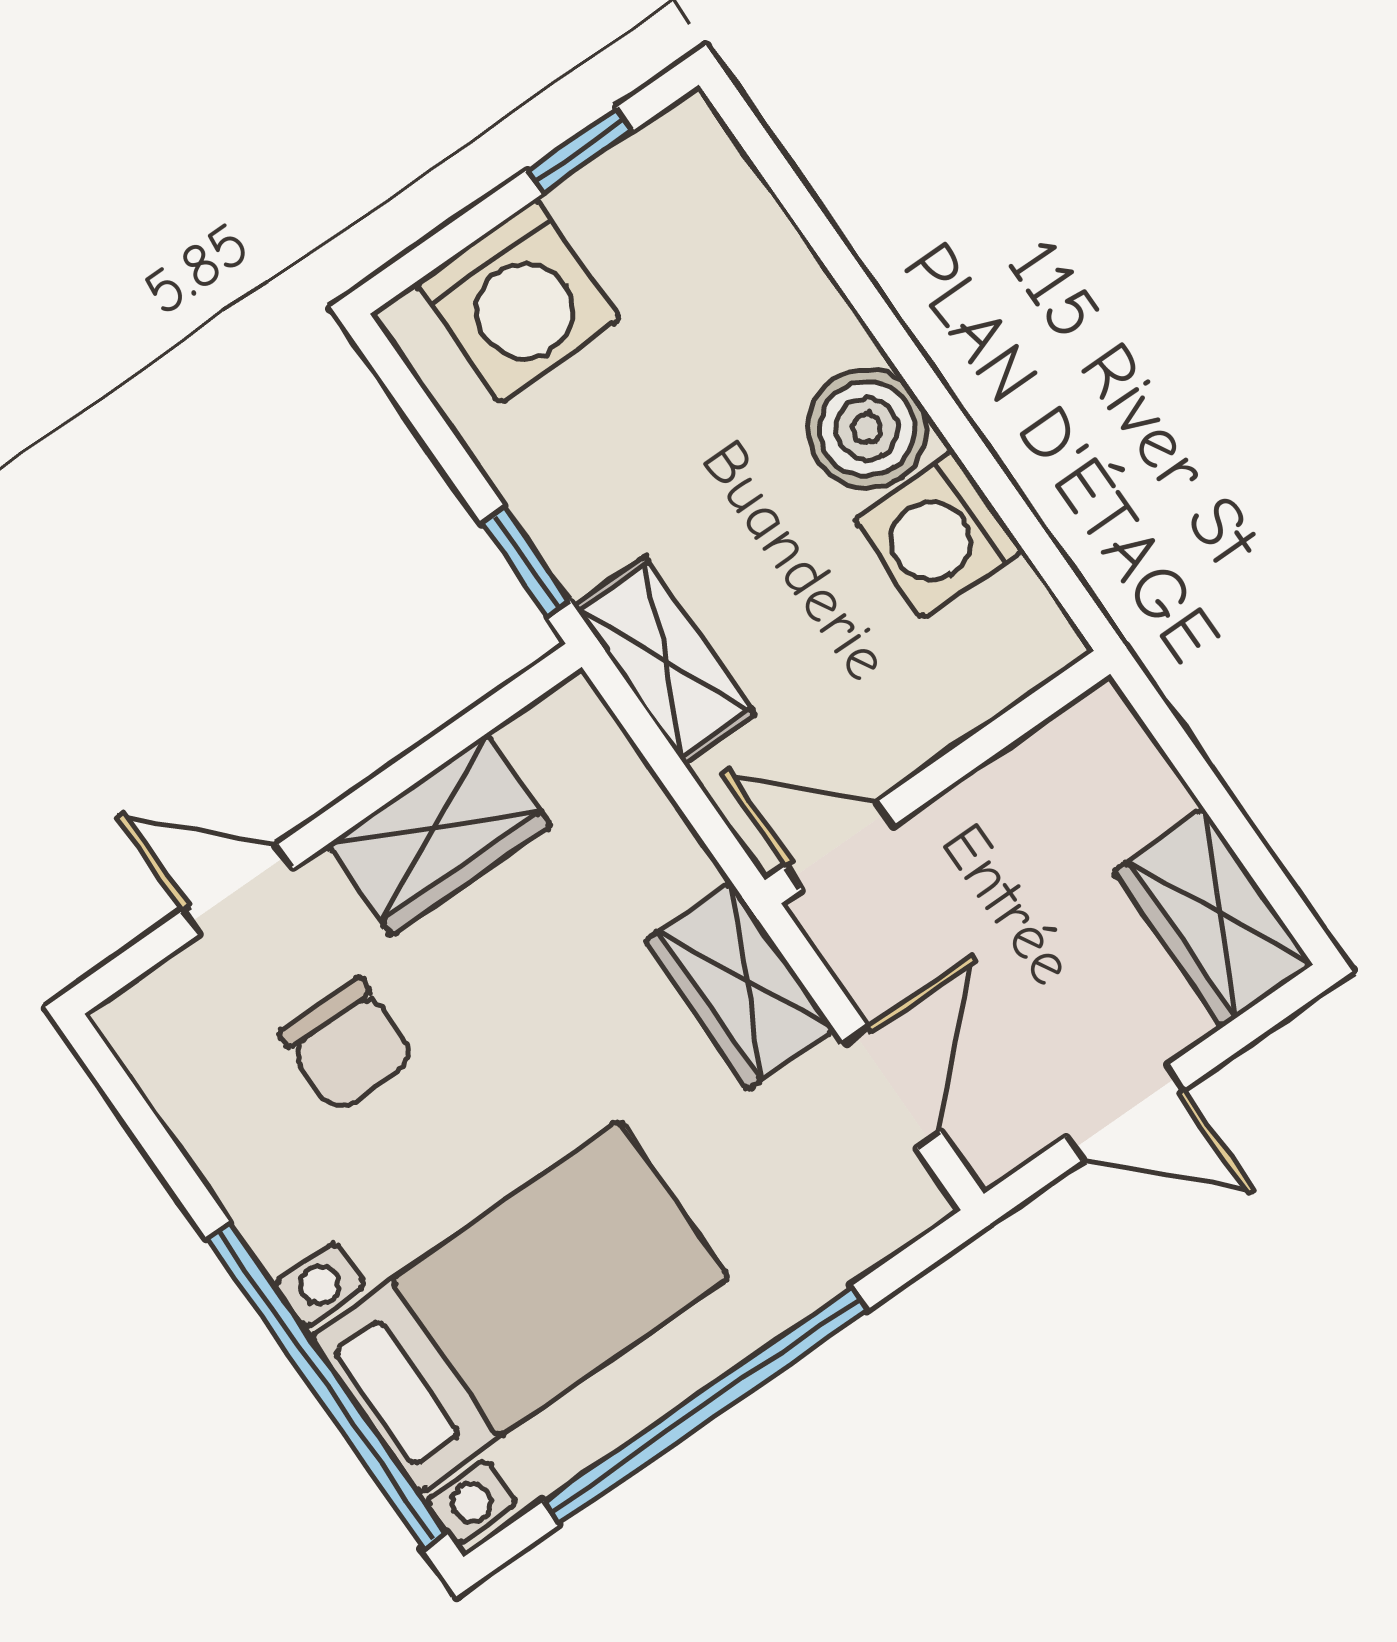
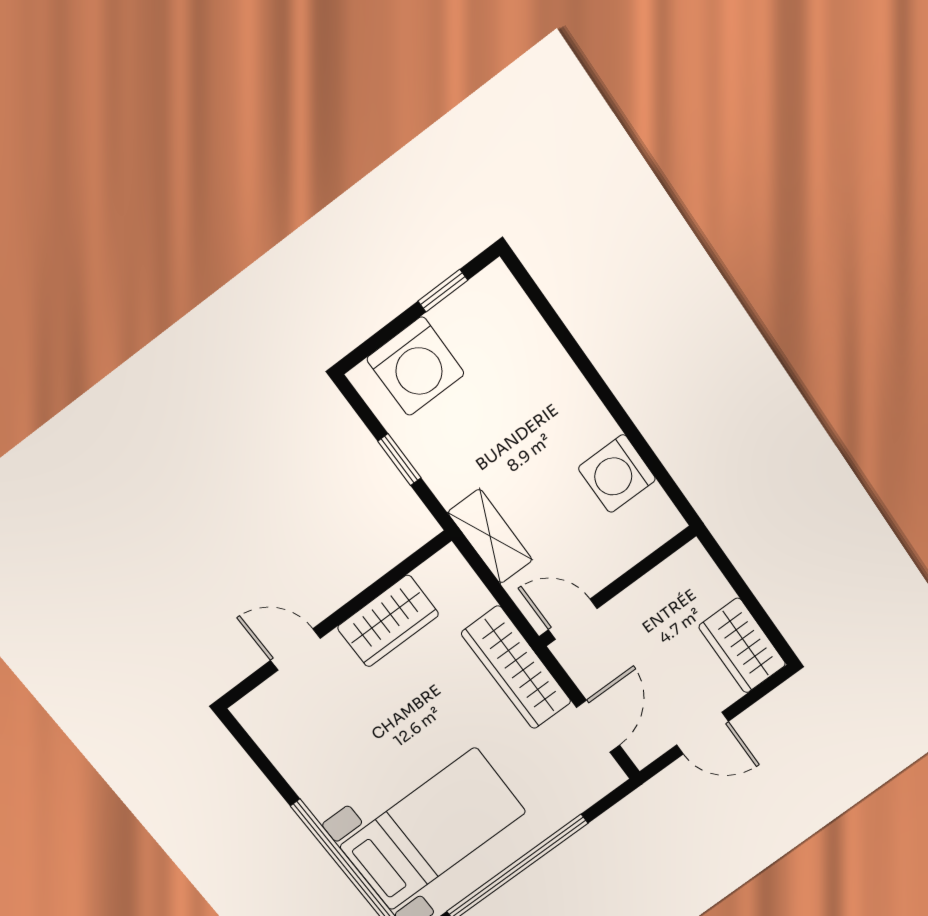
boiler: (867, 429) -> (583, 424), removed
window: (526, 562) -> (399, 460), moved
wardrobe: (740, 985) -> (516, 668), width x1.50
chair: (347, 1046) -> (350, 718), removed

